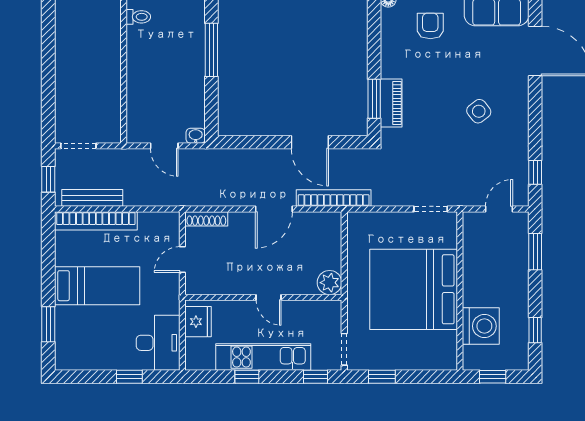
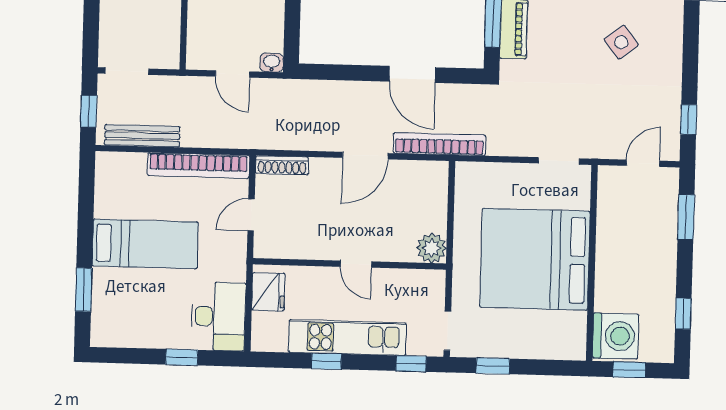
bookcase: (96, 221) -> (199, 166), moved
washing machine: (481, 326) -> (616, 336), moved

